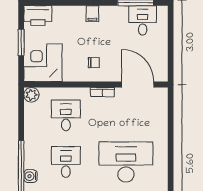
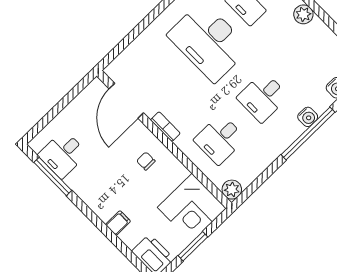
filing cabinet: (92, 14) -> (118, 223), moved

